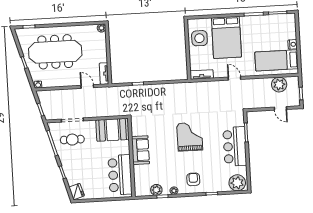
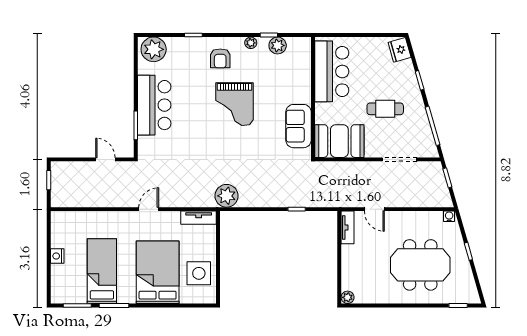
meeting table: (55, 52) -> (420, 265), width x0.73
bed: (277, 60) -> (102, 271), moved, turned -90
door: (234, 78) -> (149, 209), swing flipped
plant: (279, 85) -> (227, 196), moved
door: (280, 108) -> (105, 159), moved
grand piano: (190, 137) -> (234, 104), moved
cafe table: (72, 140) -> (385, 109), moved
sofa: (140, 150) -> (299, 126), moved

